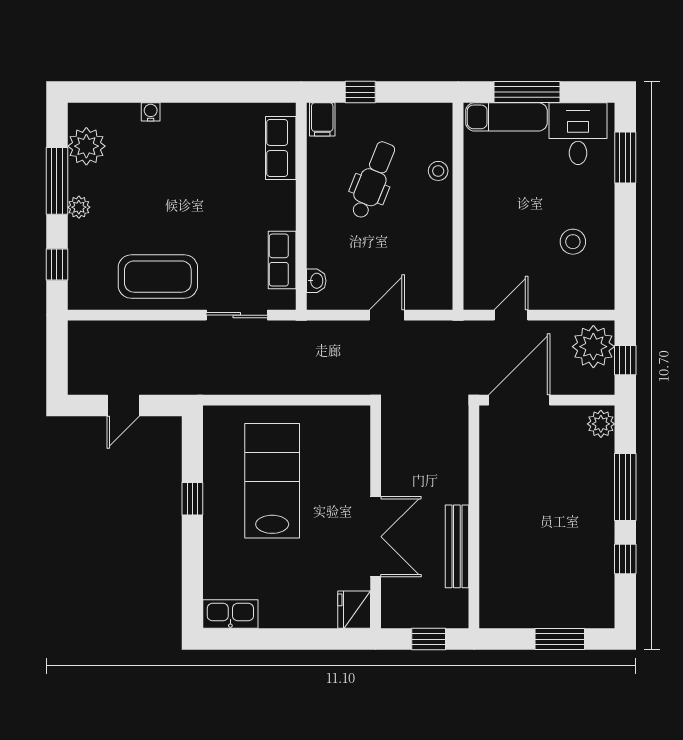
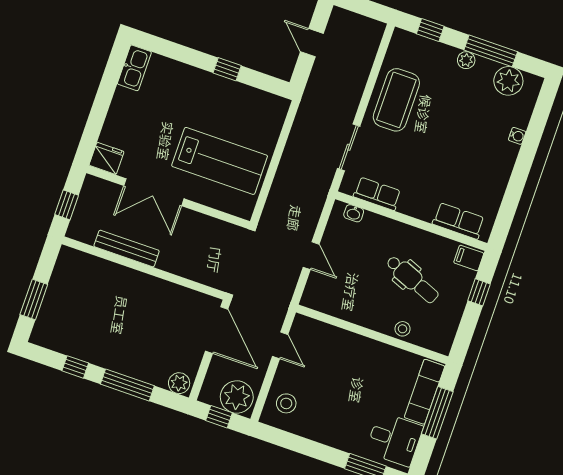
stool: (573, 242) -> (286, 403), moved
lab bench: (272, 481) -> (220, 161), moved

